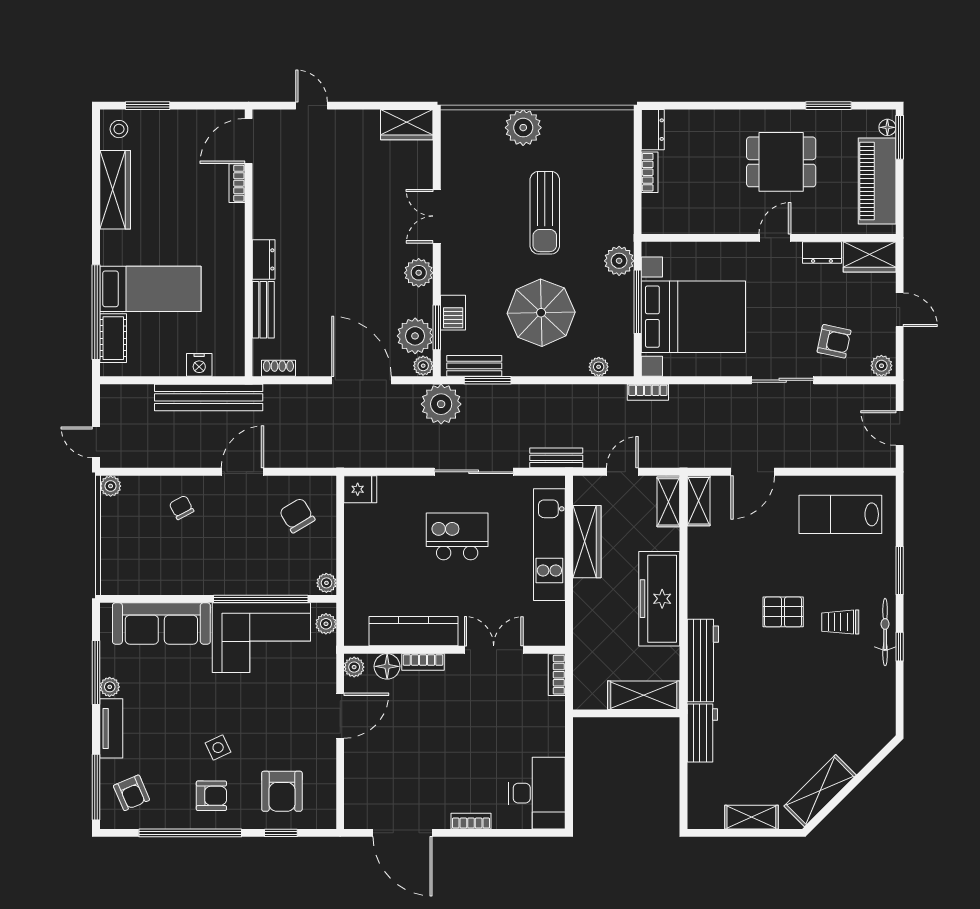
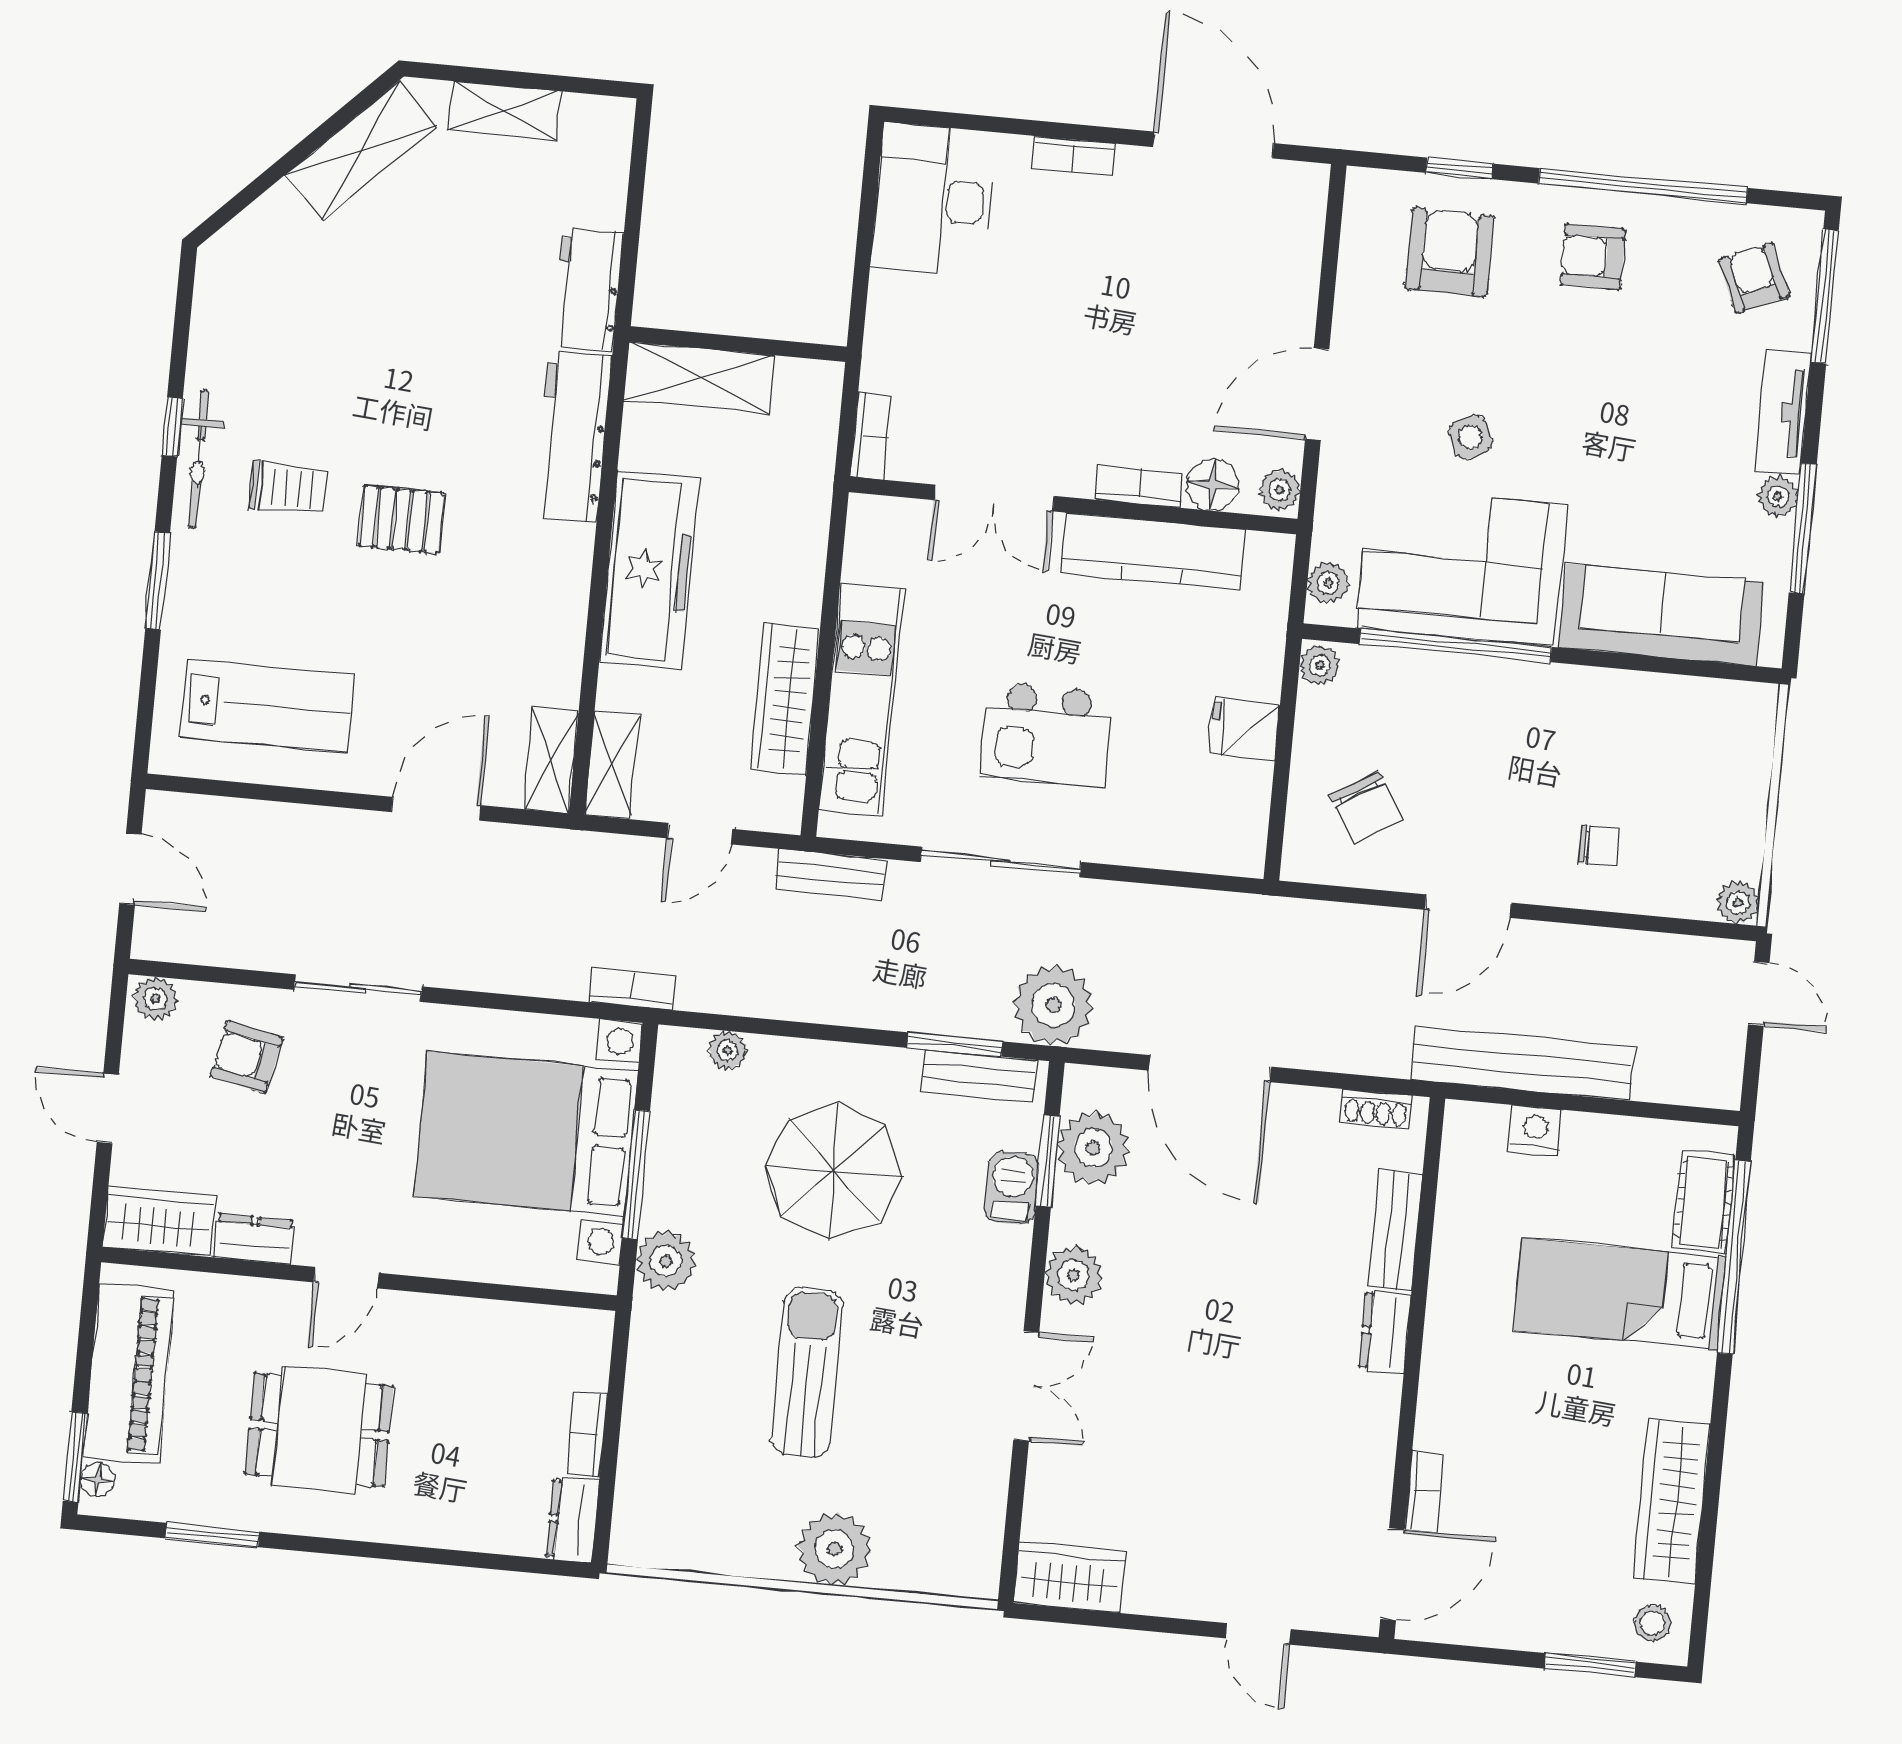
plant: (423, 366) -> (1082, 1086), removed
fridge: (360, 489) -> (1245, 729), moved
chair: (182, 507) -> (1598, 846), turned -62
side table: (218, 748) -> (1470, 437), moved

